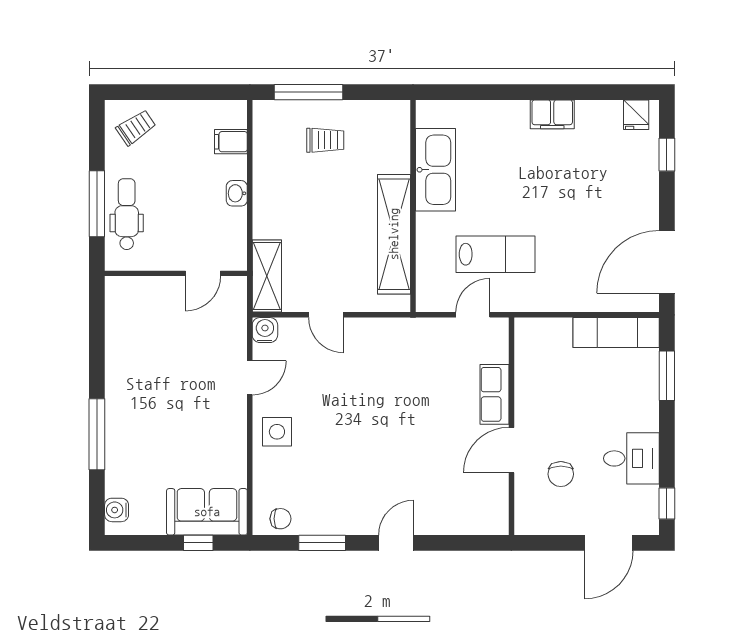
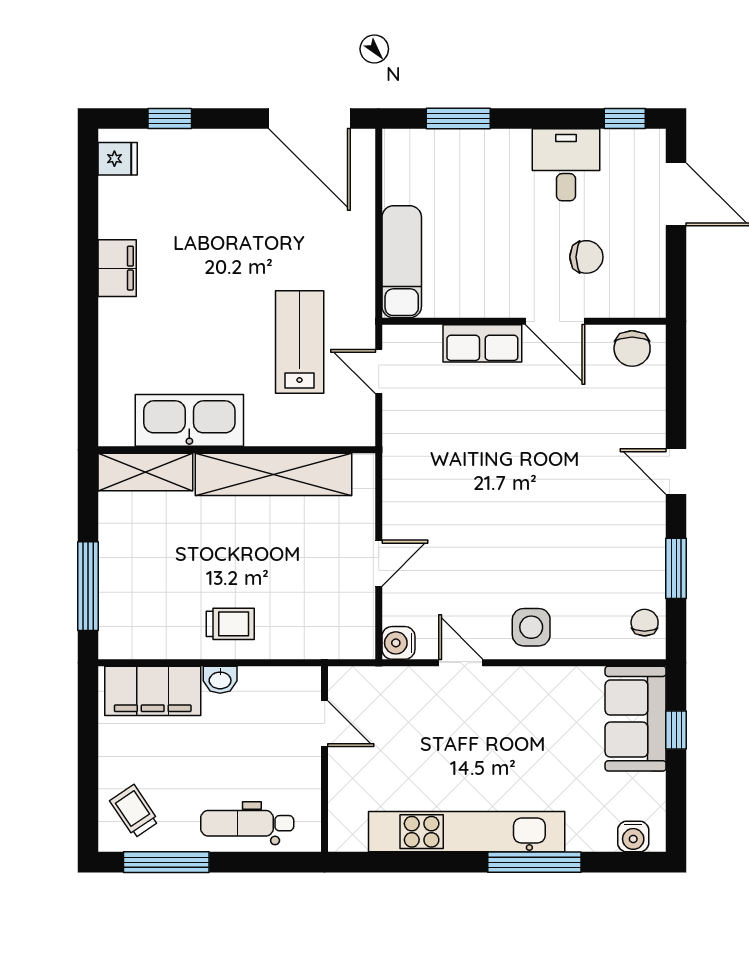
trolley: (325, 140) -> (230, 624), moved, turned 90
filing cabinet: (231, 142) -> (153, 691), width x3.00, depth x1.17
window: (97, 204) -> (166, 862), moved
shelving: (267, 276) -> (145, 472), moved
exam couch: (616, 333) -> (402, 262), moved
kitchen unit: (120, 382) -> (467, 832), added
chair: (491, 509) -> (632, 349), added

